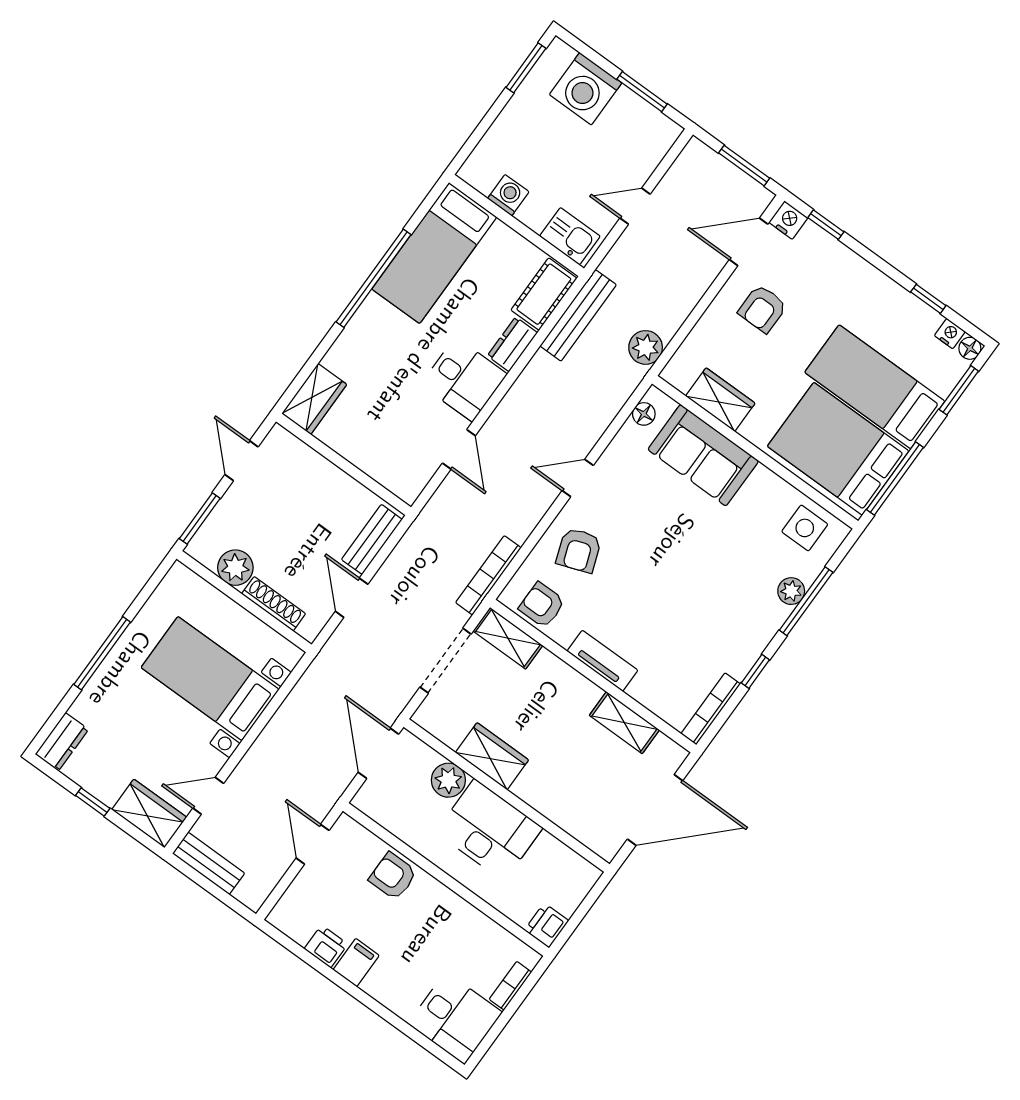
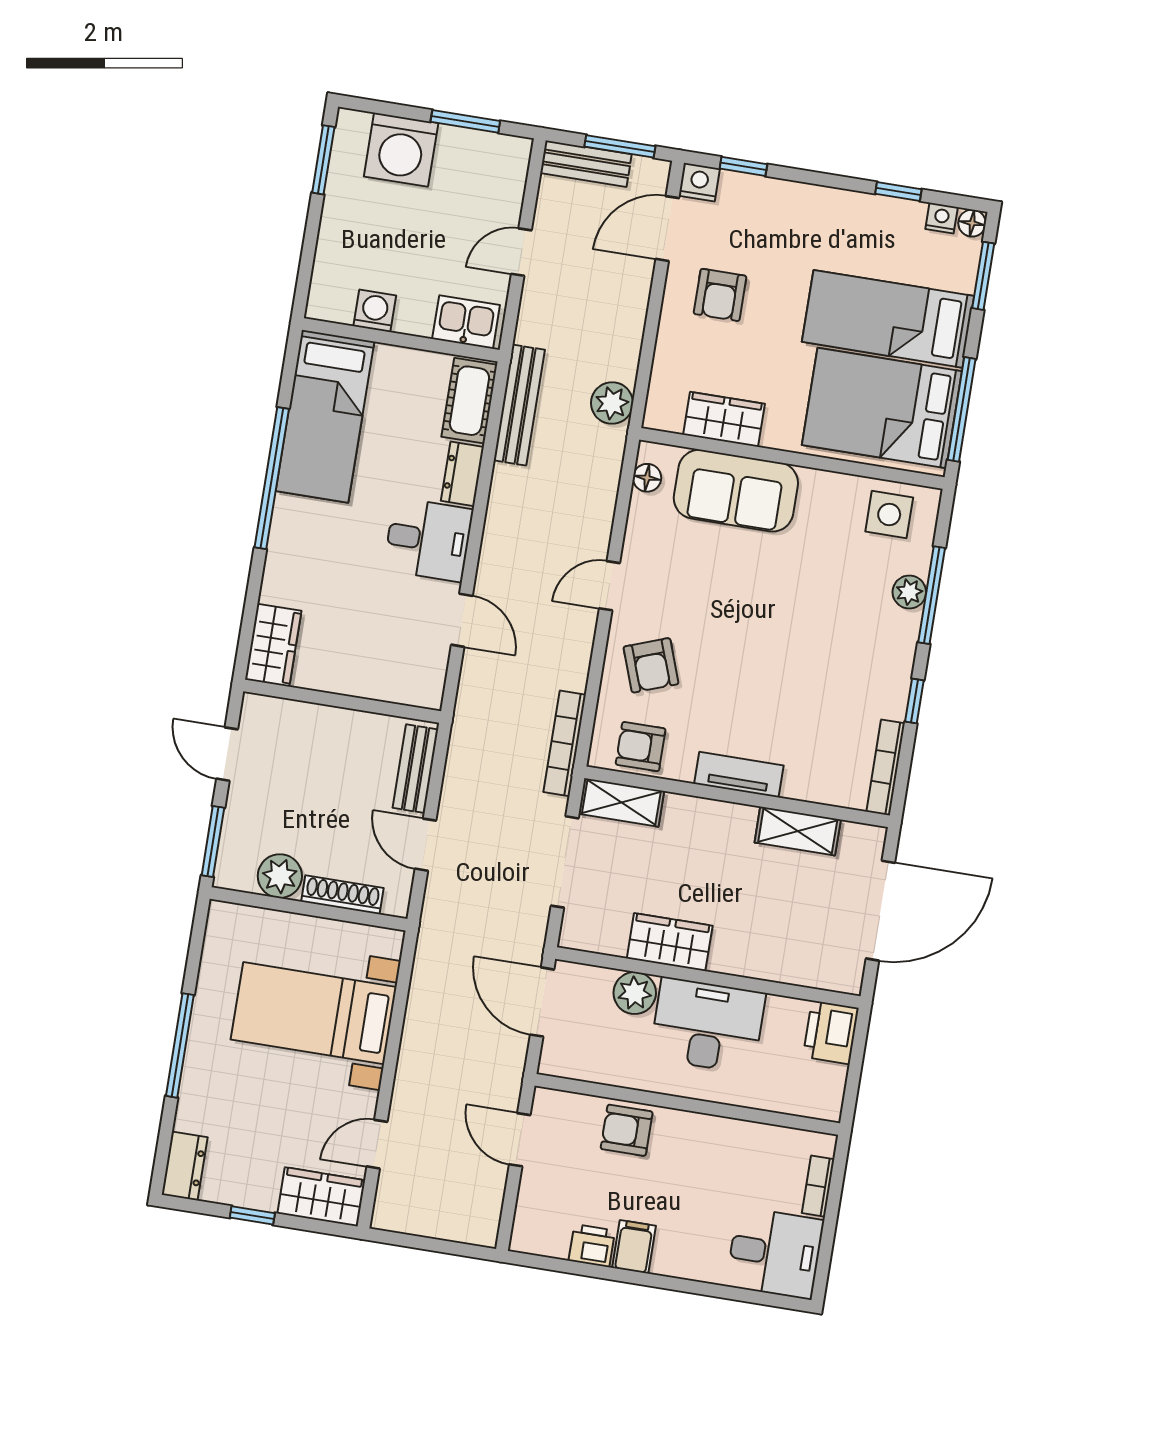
bench: (209, 863) -> (586, 164), moved
printer: (547, 926) -> (831, 1032), moved, width x1.36, depth x1.24

